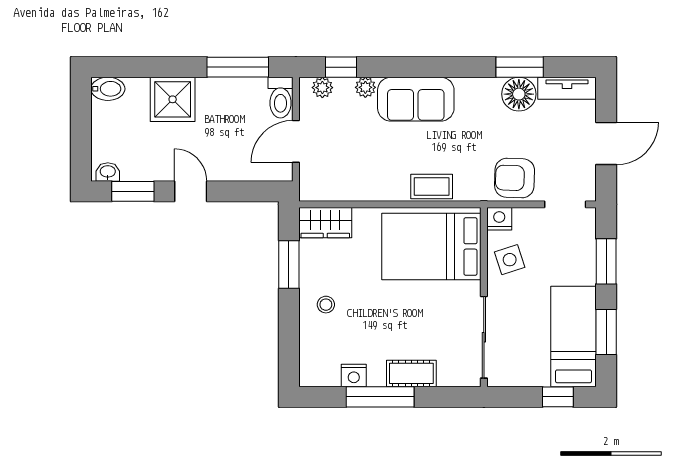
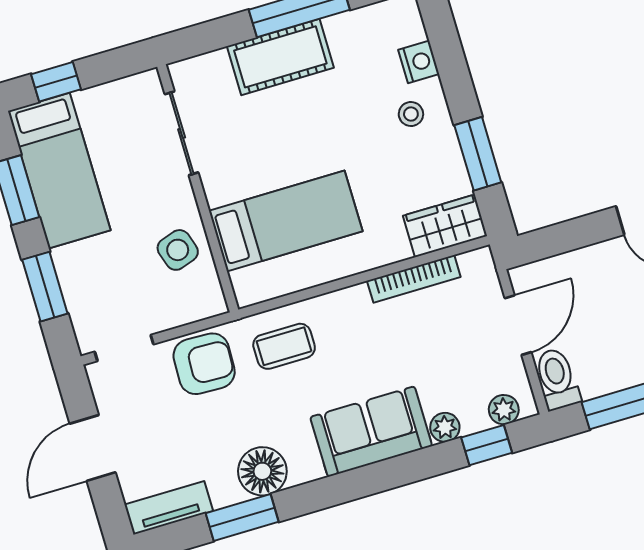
floor lamp: (519, 94) -> (262, 471), moved
coffee table: (432, 187) -> (284, 346), moved
bookcase: (357, 193) -> (414, 279), added
nightstand: (499, 219) -> (209, 302), removed
bed: (431, 246) -> (286, 221), width x0.67
sliding door: (484, 337) -> (182, 133), width x0.73
cot: (411, 373) -> (280, 57), width x1.37, depth x1.34
nightstand: (354, 376) -> (419, 62), moved, turned 90

